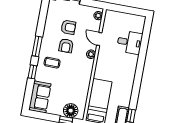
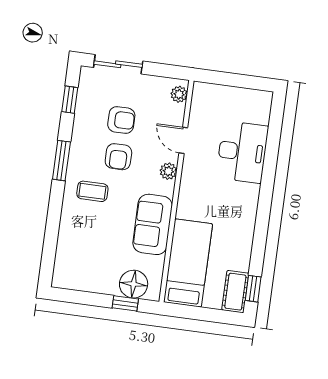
desk: (130, 42) -> (242, 152), width x1.37
window: (32, 72) -> (70, 100), moved
sofa: (40, 97) -> (153, 224), moved, turned 180

